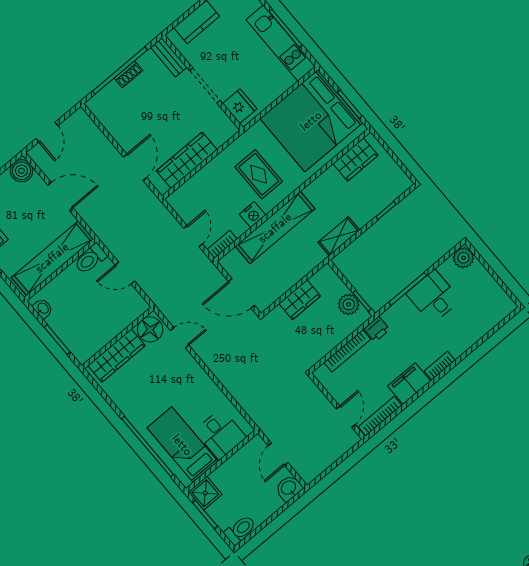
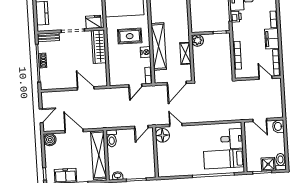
door: (47, 132) -> (41, 116), hinge flipped
wardrobe: (187, 160) -> (99, 47), moved
door: (60, 197) -> (74, 131), hinge flipped
door: (193, 236) -> (135, 85), swing flipped
shelving: (339, 236) -> (185, 53), moved
door: (125, 273) -> (141, 127), moved
wardrobe: (300, 300) -> (199, 59), removed
plant: (349, 304) -> (198, 40), moved
printer: (377, 329) -> (236, 17), moved
door: (180, 338) -> (176, 125), hinge flipped
wardrobe: (117, 356) -> (163, 159), removed
shower: (205, 493) -> (268, 164), moved

